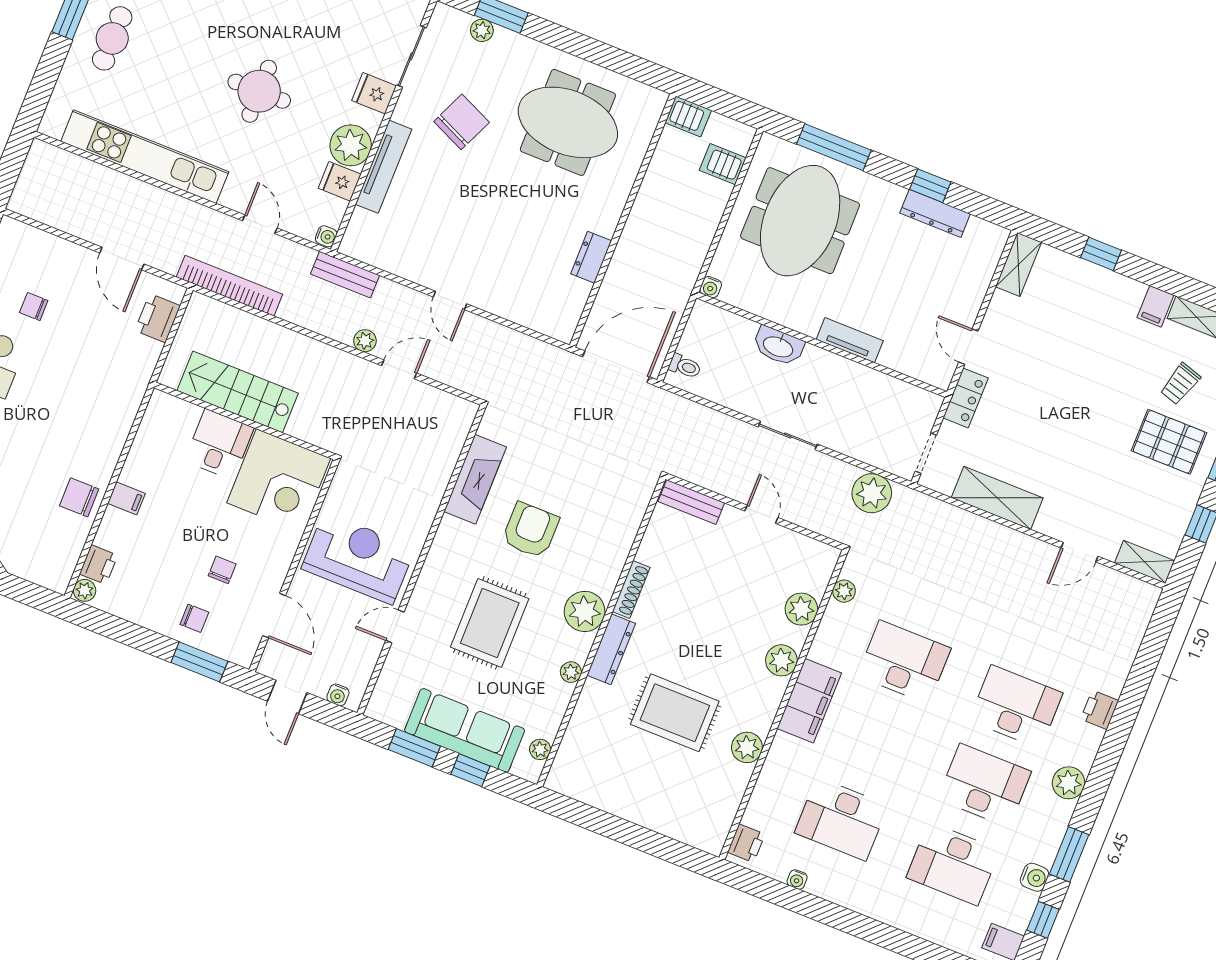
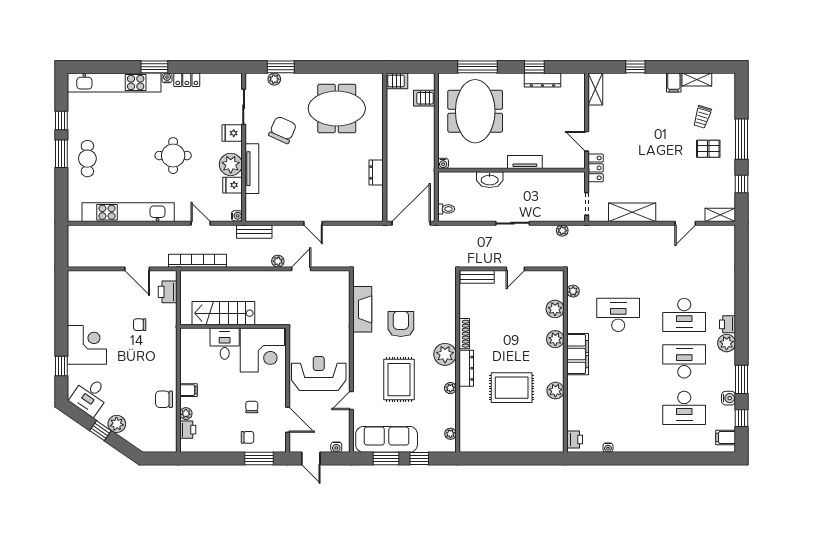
chair: (34, 307) -> (140, 325), moved
pallet: (1169, 442) -> (708, 149), width x0.67, depth x0.71
plant: (872, 493) -> (562, 231), width x0.53, depth x0.53
door: (761, 514) -> (515, 269), swing flipped
plant: (85, 590) -> (186, 414), moved
desk: (1016, 707) -> (684, 315), turned 180
printer: (1100, 710) -> (728, 324), moved
sofa: (465, 730) -> (387, 439), moved
desk: (841, 819) -> (618, 408), removed

